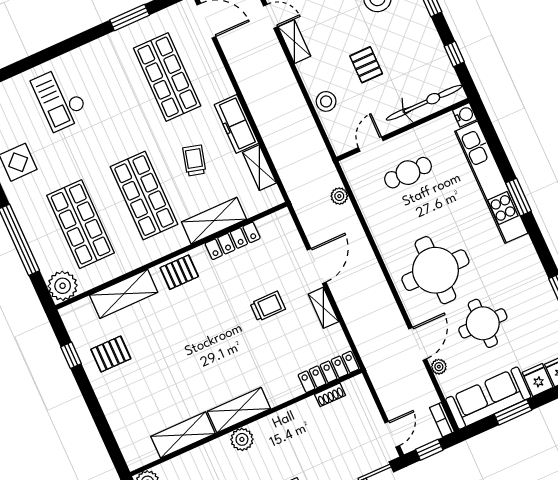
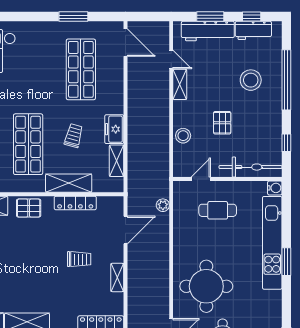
freezer: (236, 124) -> (114, 129), width x0.71
door: (317, 266) -> (125, 230), moved

